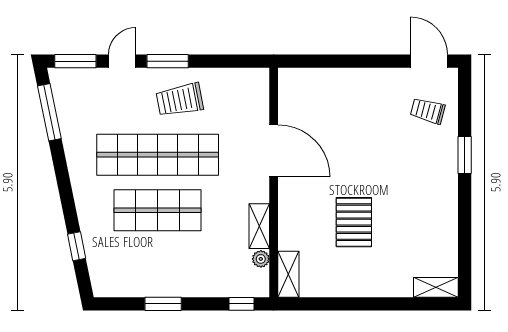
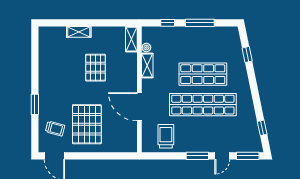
trolley: (180, 100) -> (166, 136), moved, turned -79
window: (49, 112) -> (262, 128), width x0.46
pallet: (370, 119) -> (87, 124), added
shelving: (436, 287) -> (79, 32), moved
window: (163, 304) -> (200, 23), width x1.44
window: (241, 304) -> (168, 23), moved

